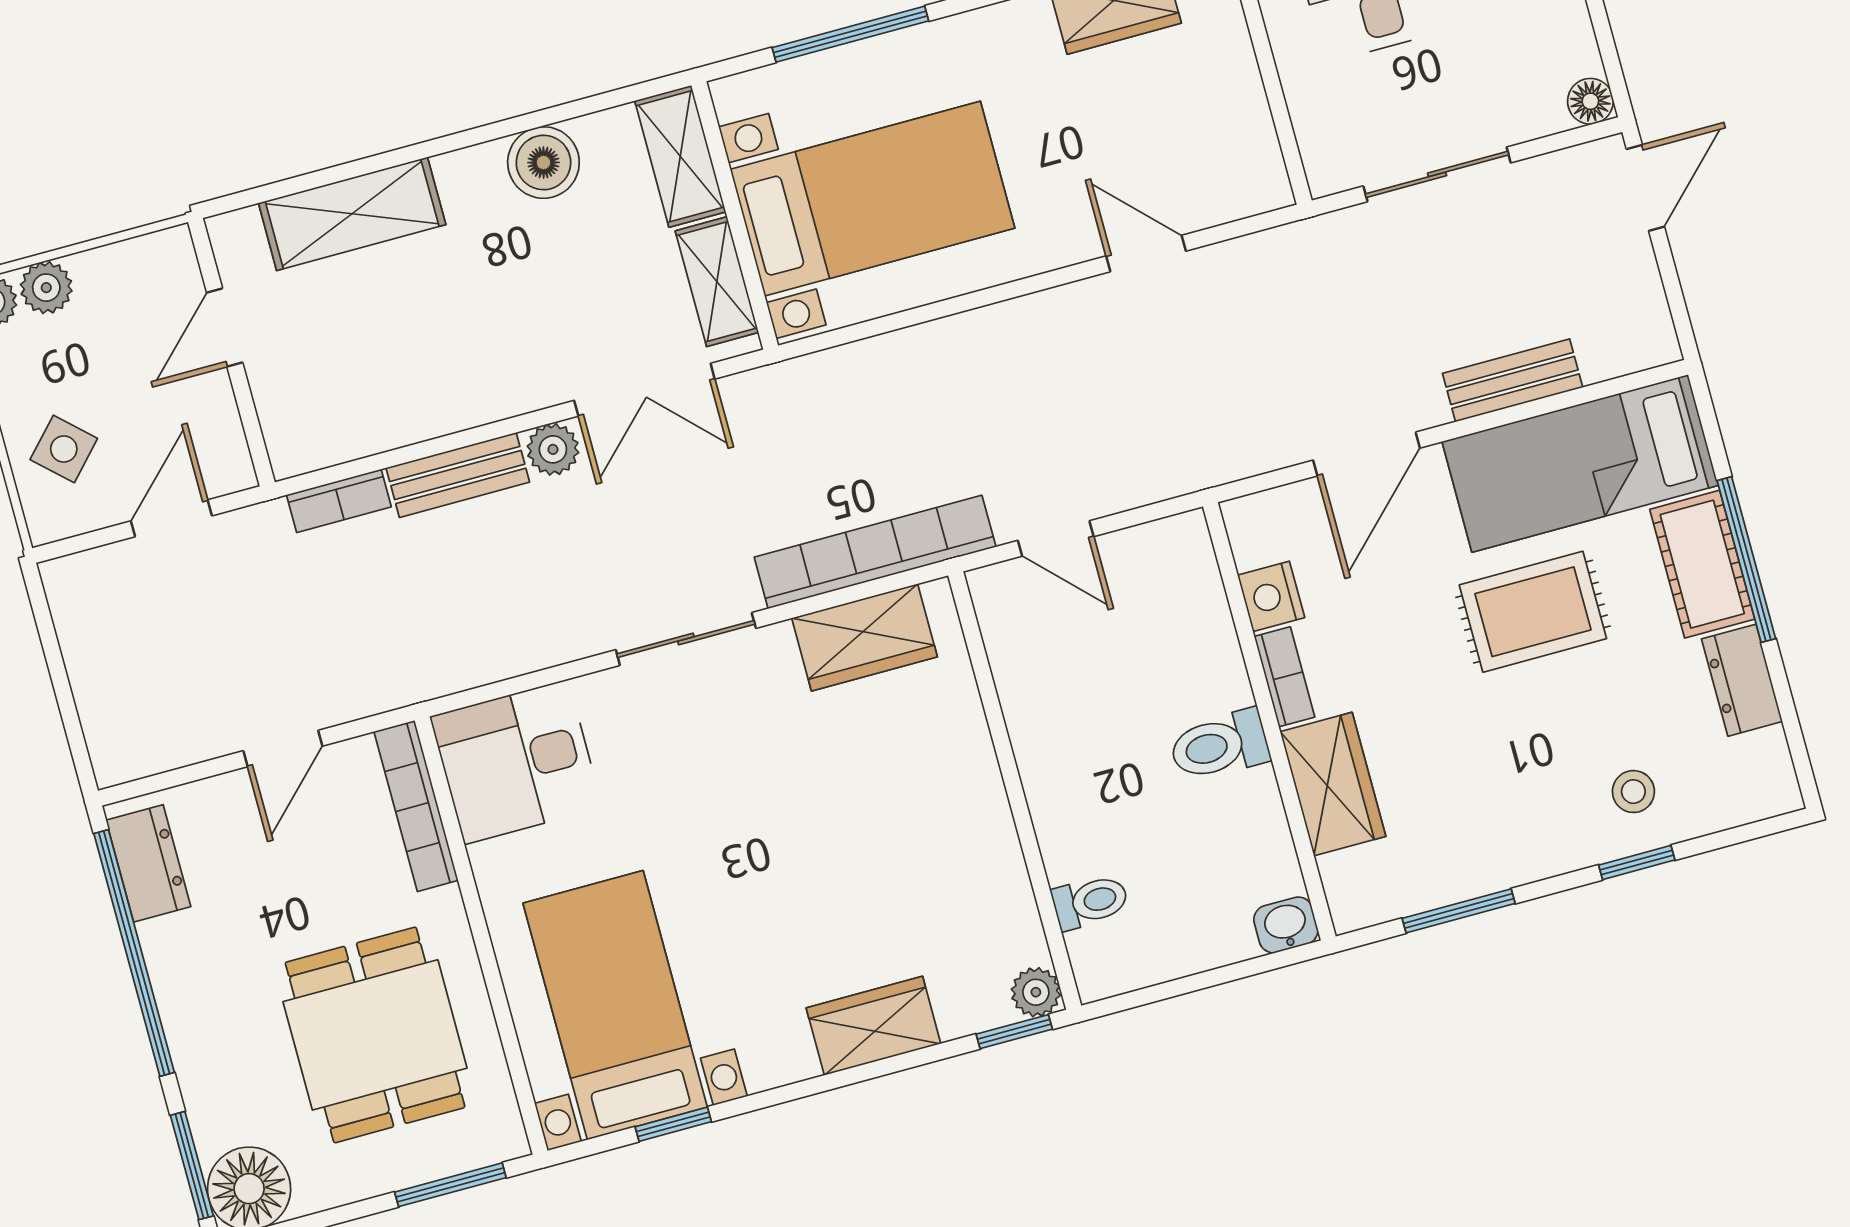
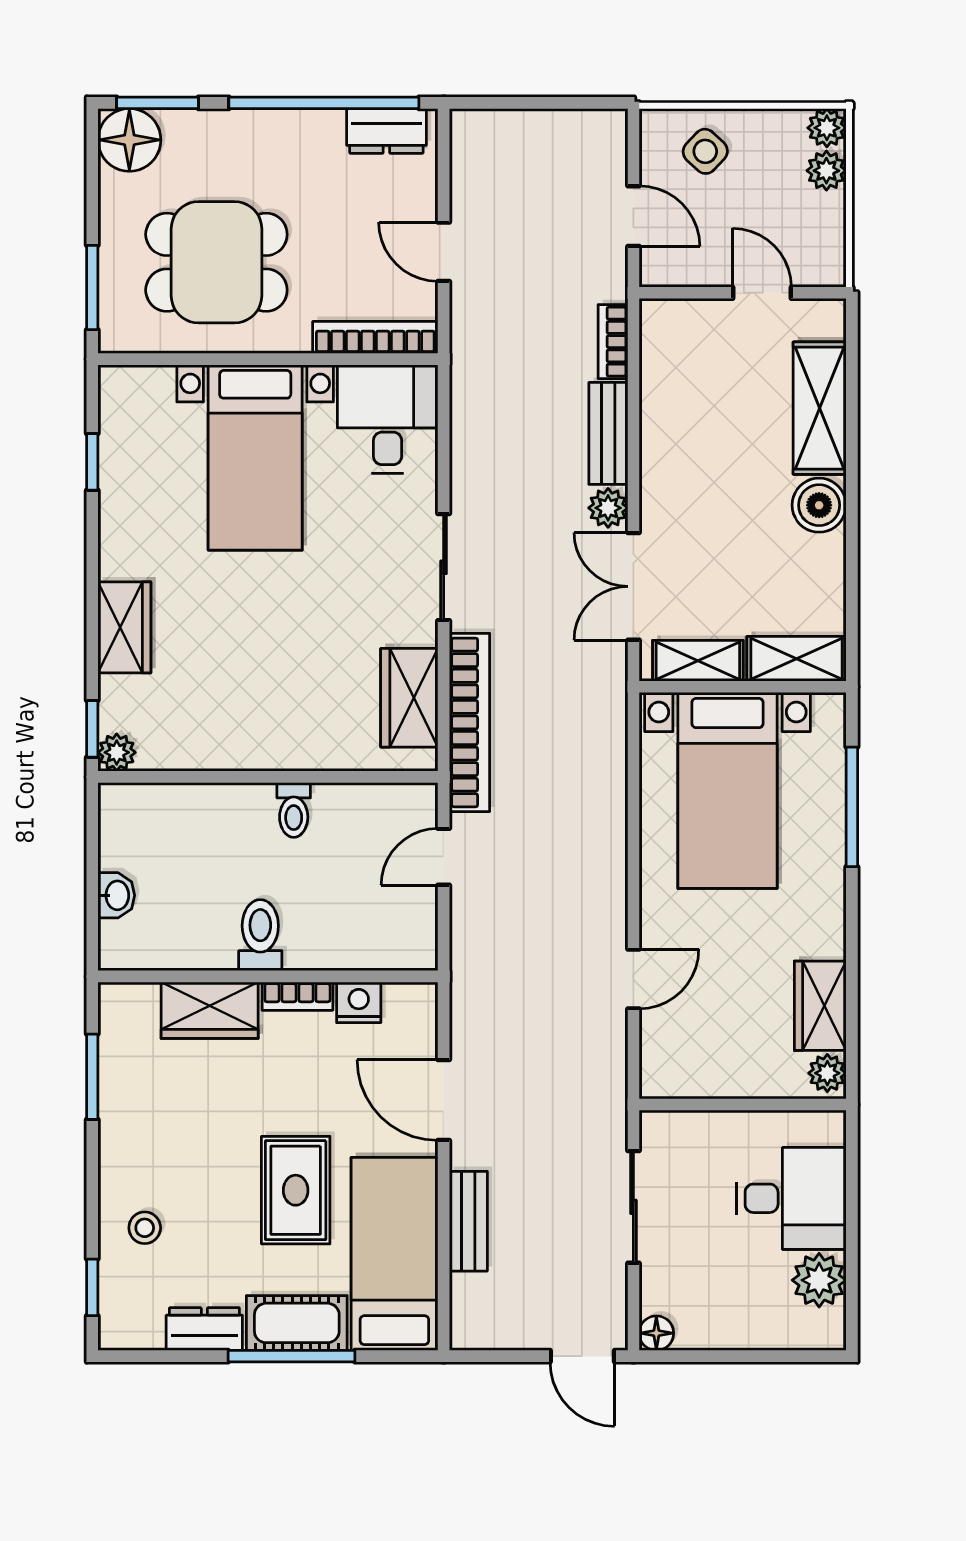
boiler: (543, 163) -> (819, 505), moved
window: (1637, 863) -> (92, 1287), moved
toilet: (1090, 902) -> (294, 810), moved
washbasin: (1286, 925) -> (116, 895), moved
bed with nightstands: (615, 1005) -> (255, 458), moved, turned 90

